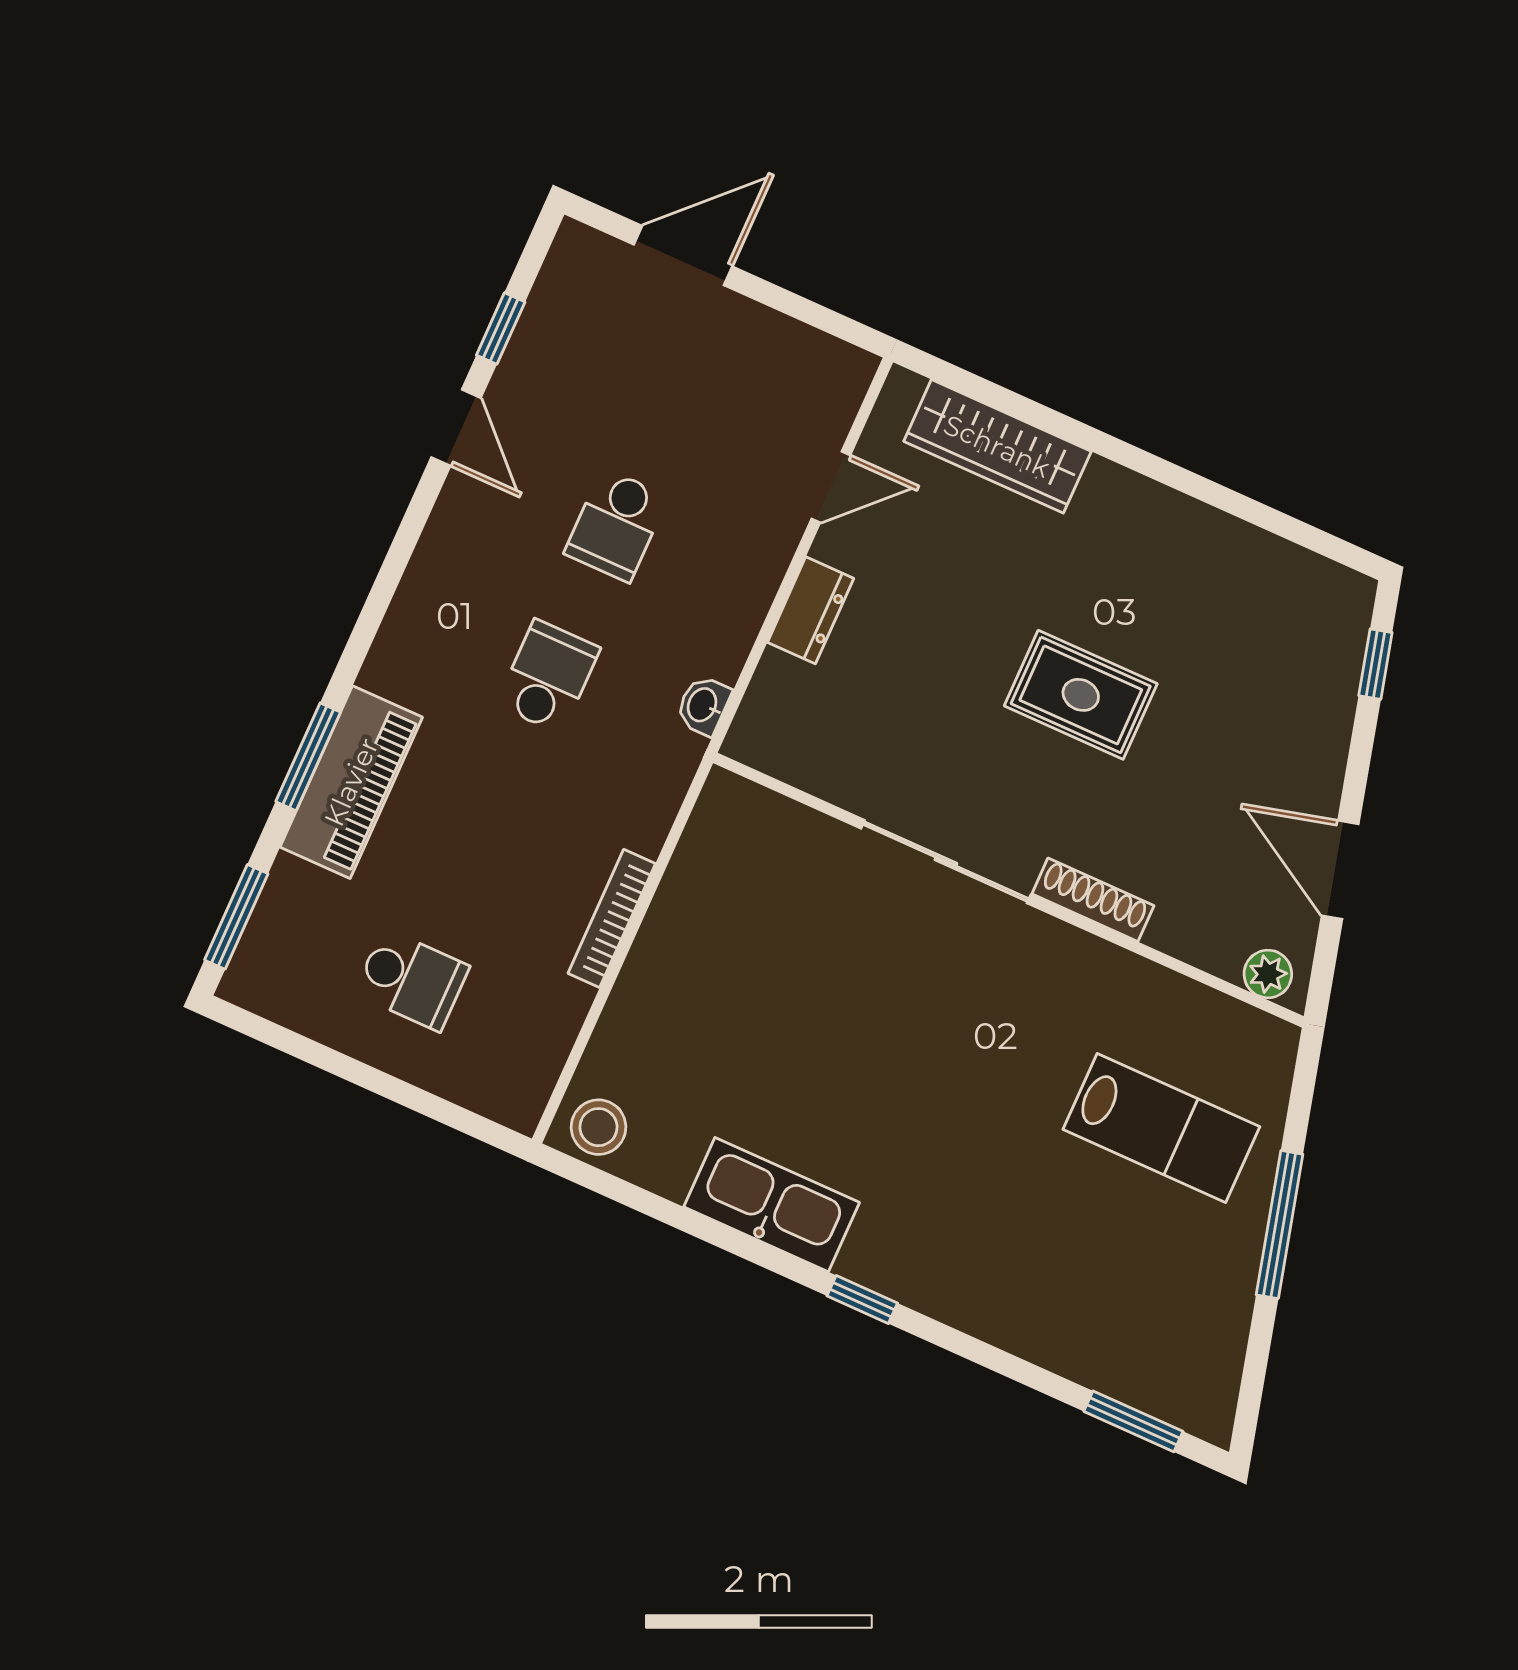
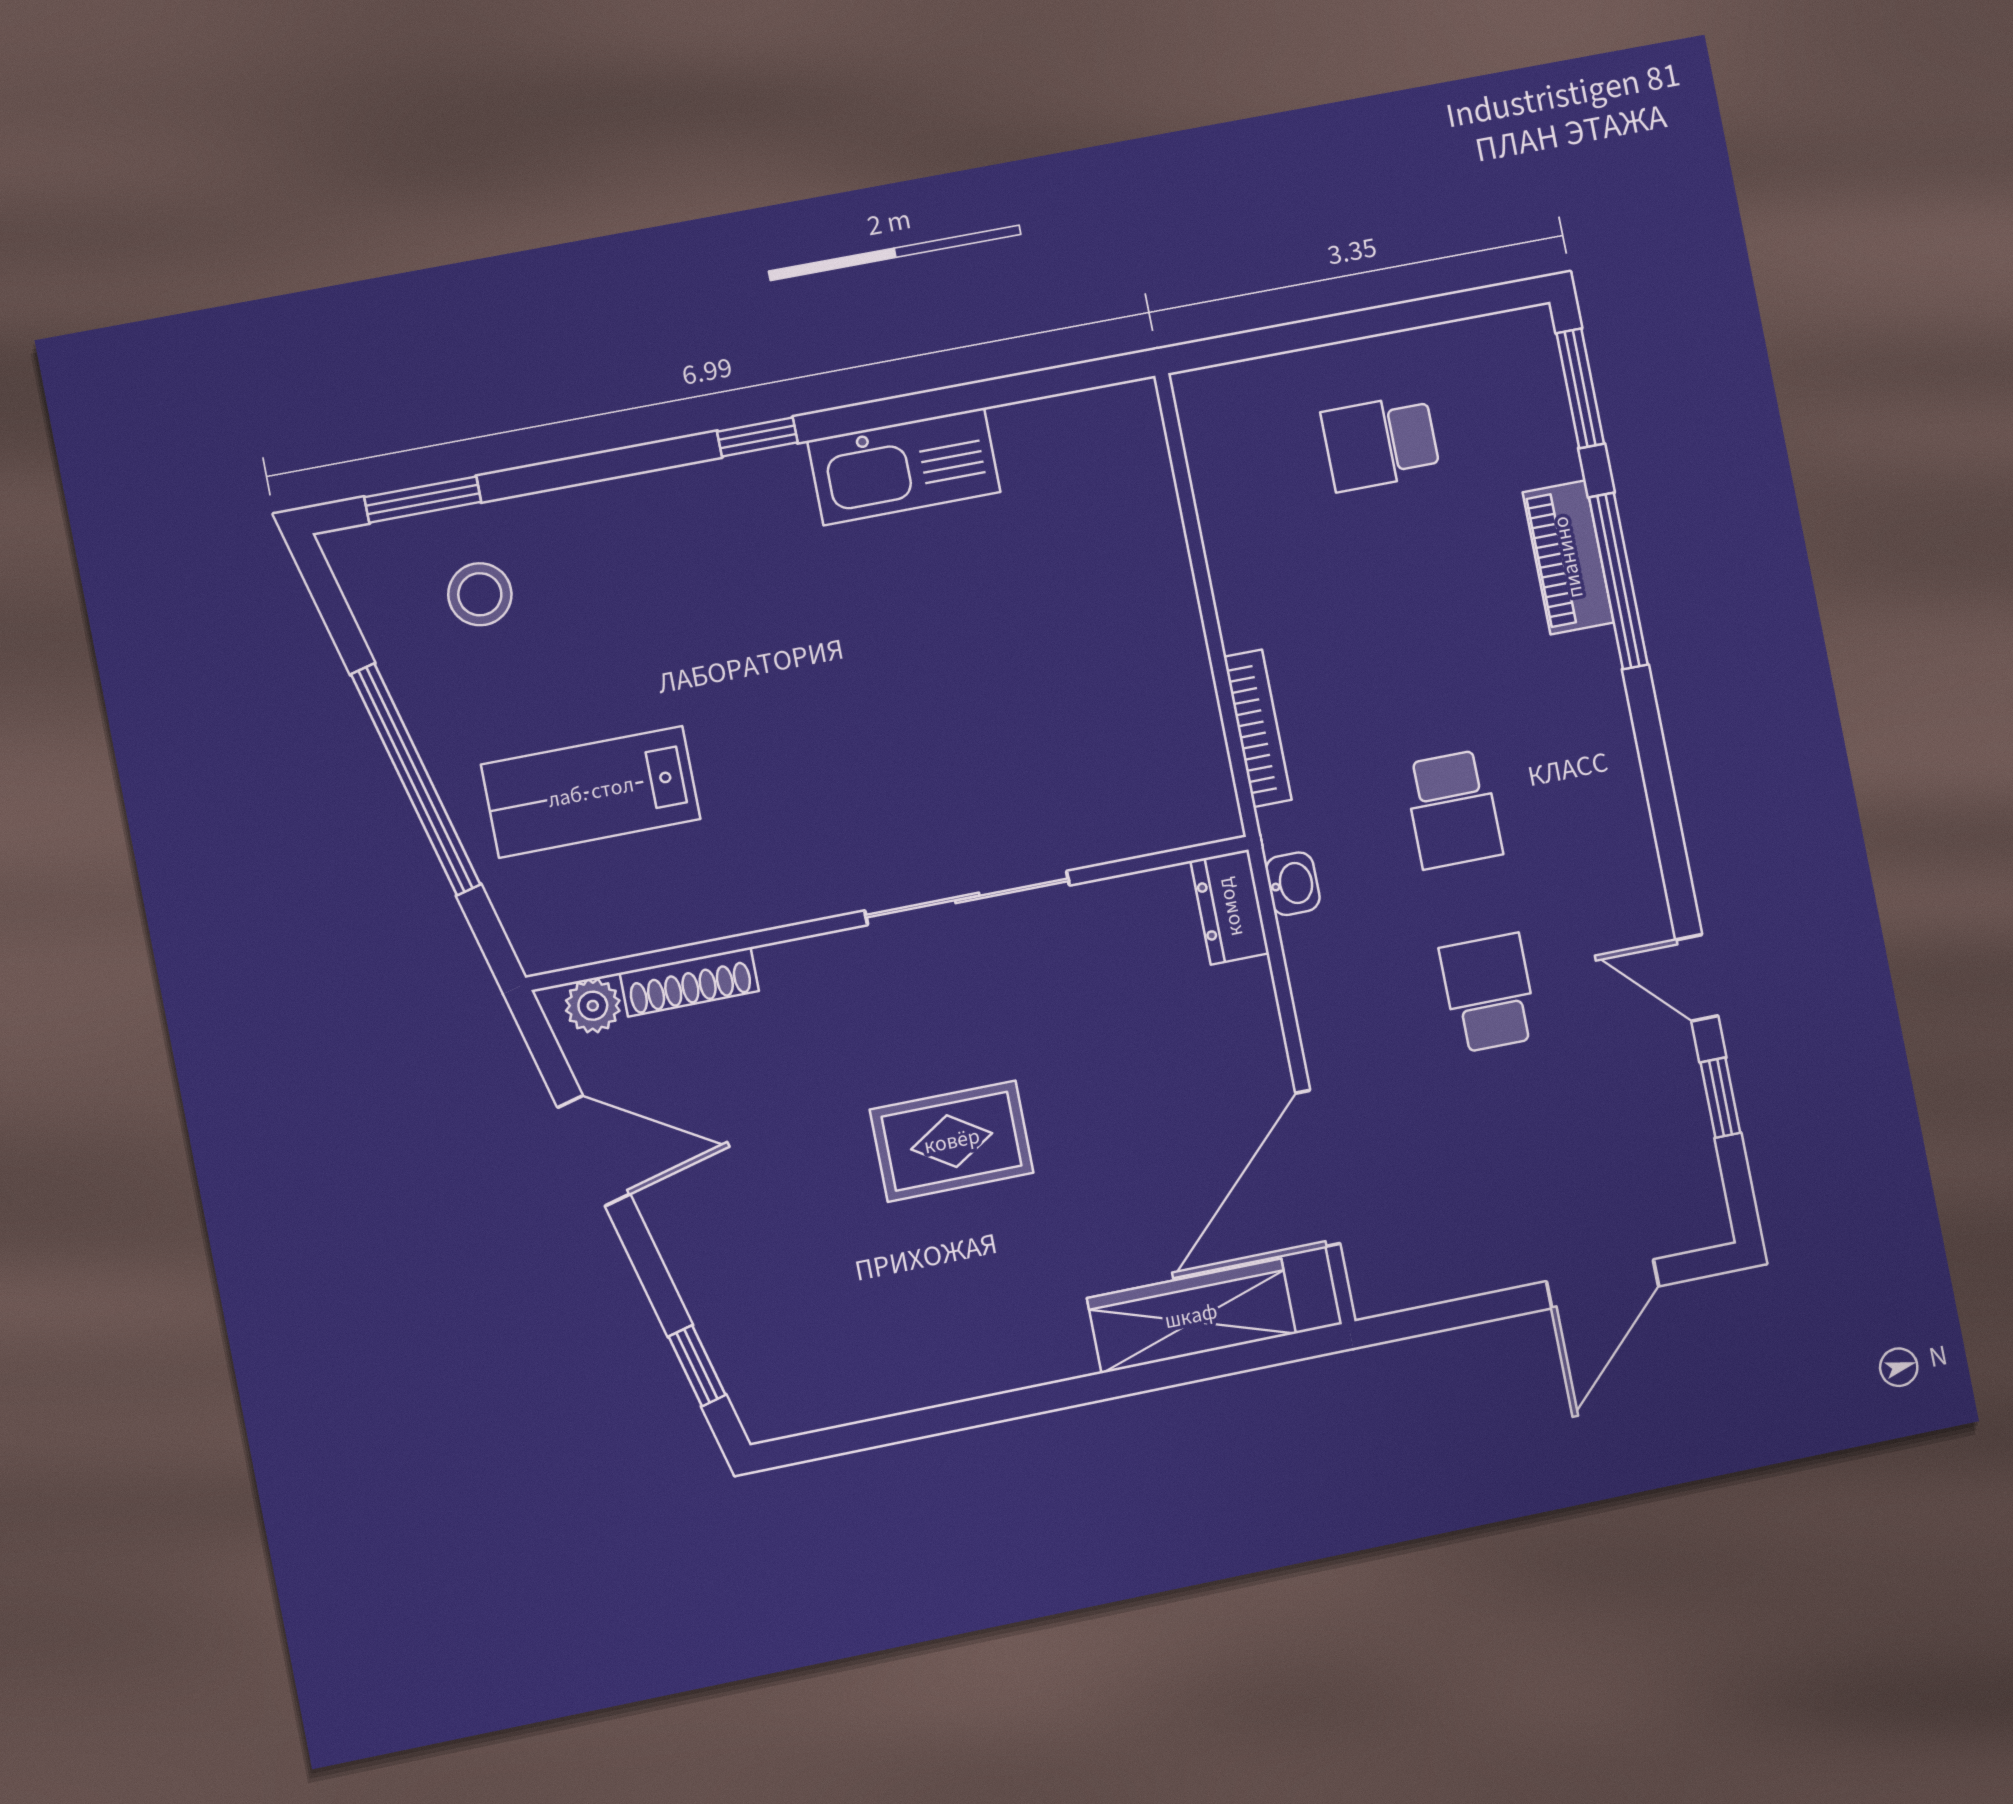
door: (831, 487) -> (1318, 1168), width x1.87
dresser: (811, 610) -> (1230, 907), moved
window: (308, 757) -> (1618, 581), width x1.44
piano: (351, 782) -> (1568, 557), width x0.73, depth x0.75
shoe rack: (1093, 900) -> (689, 982), moved
bookcase: (612, 918) -> (1258, 728), moved
stool: (599, 1127) -> (480, 594), moved
window: (1280, 1225) -> (416, 779), width x1.46

